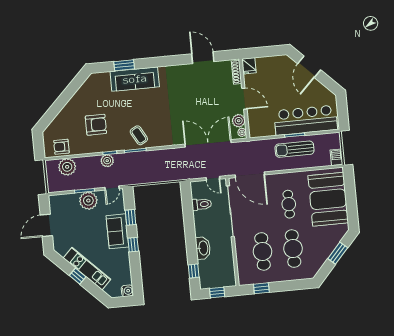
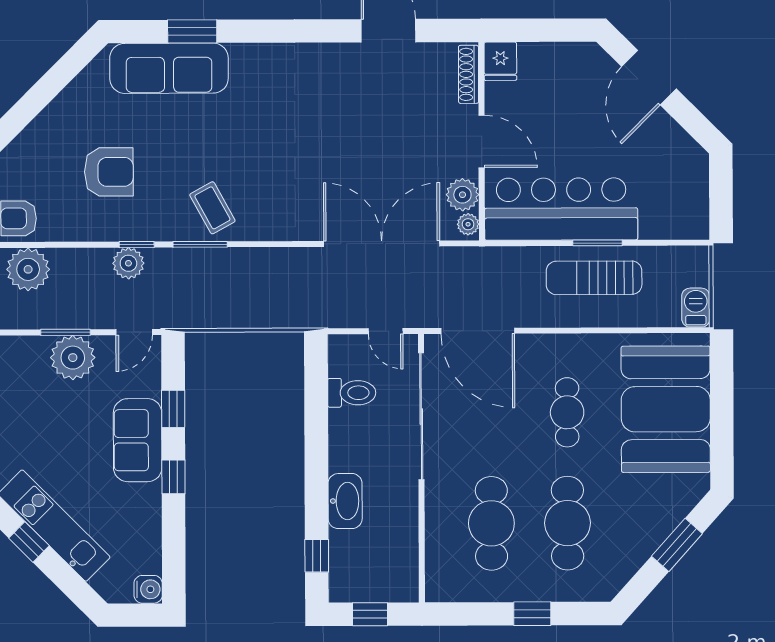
sofa: (135, 79) -> (169, 68), moved
bar counter: (306, 120) -> (561, 209), moved
window: (261, 288) -> (532, 614), moved

